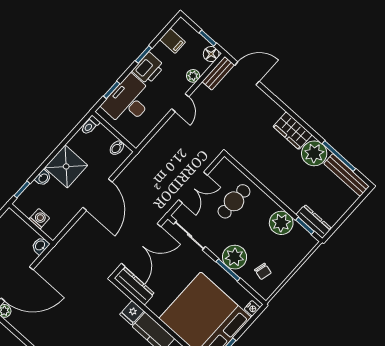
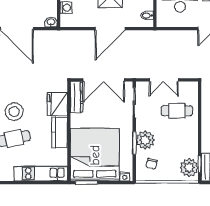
plant: (281, 223) -> (189, 168), moved
fridge: (132, 313) -> (57, 104), width x1.88, depth x1.34

